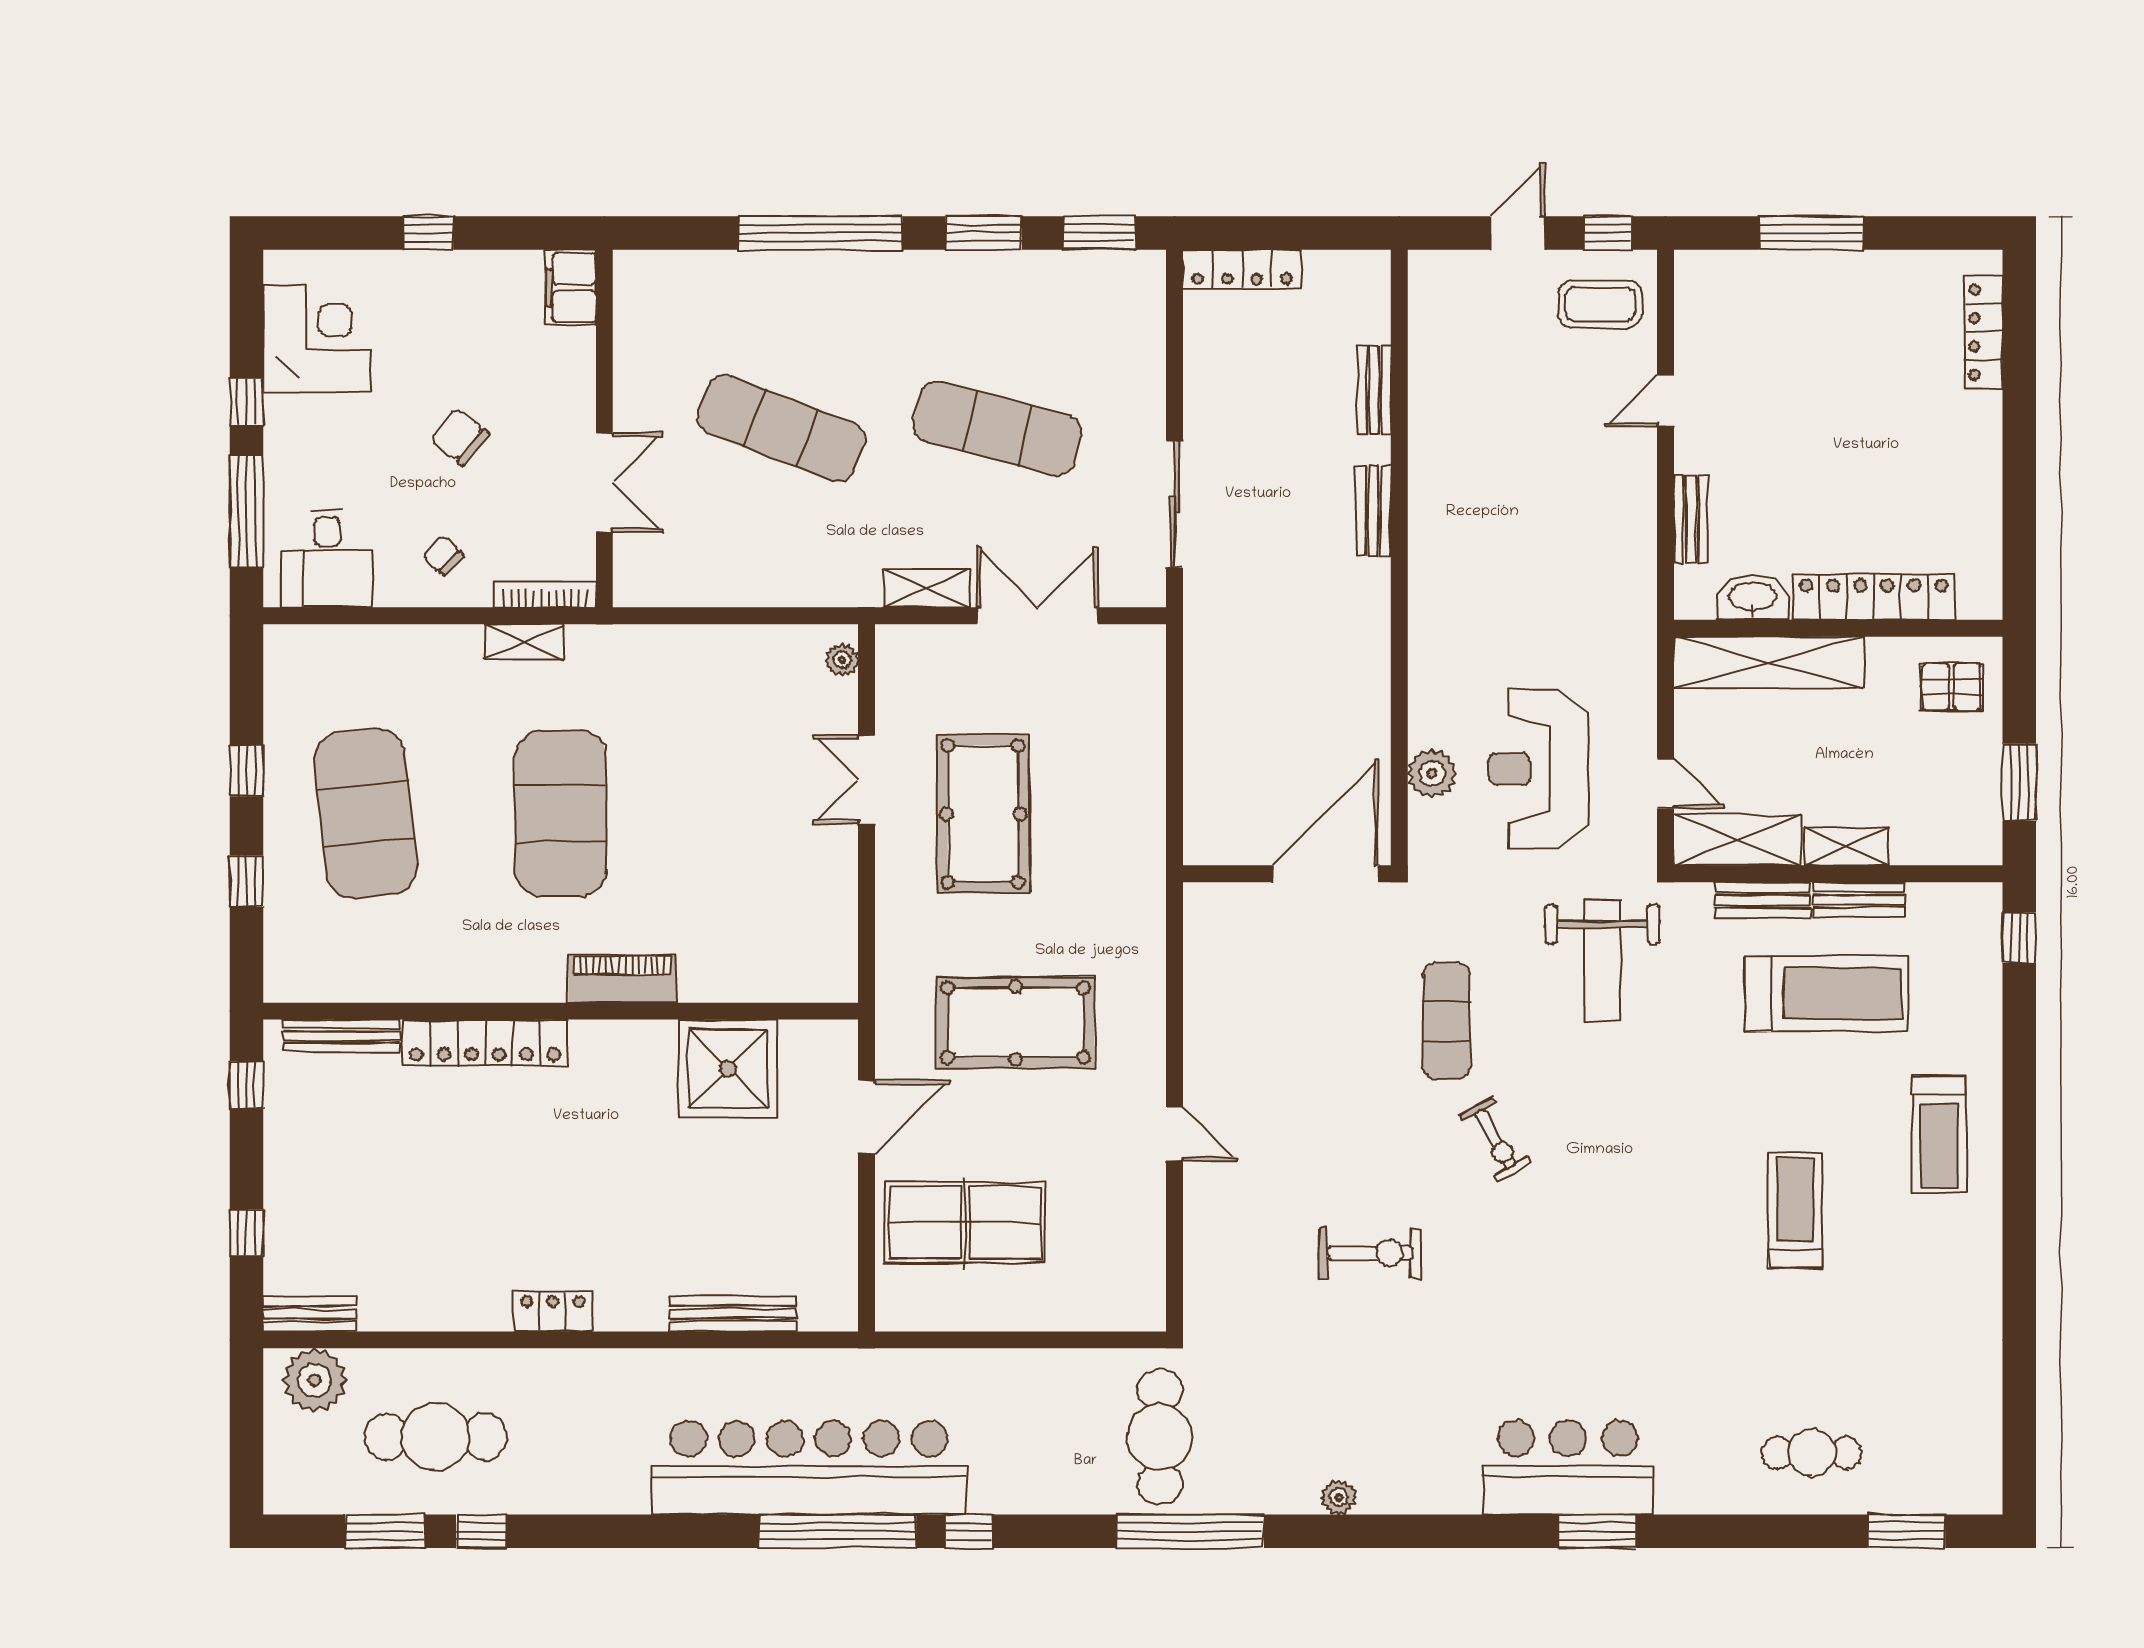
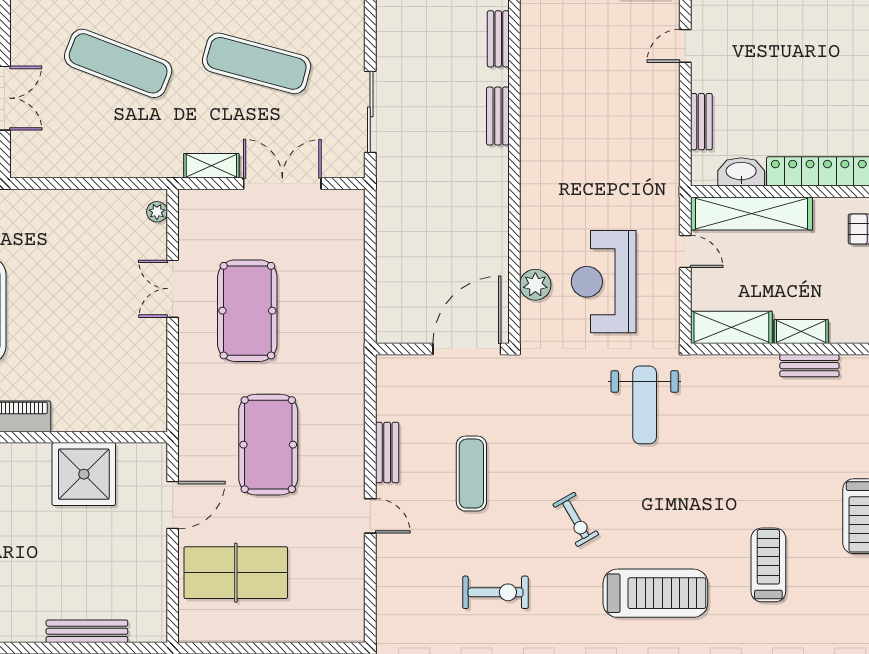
door: (1666, 783) -> (685, 251), moved
bench: (1763, 900) -> (387, 452), moved, turned 90
treadmill: (1827, 994) -> (655, 593), moved
exercise mat: (1447, 1021) -> (471, 474), moved
pool table: (1016, 1023) -> (268, 445), turned 90

